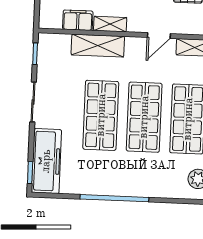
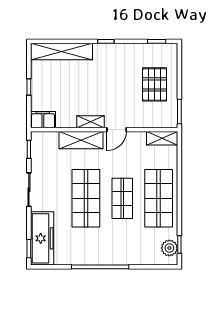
filing cabinet: (78, 20) -> (43, 120), moved
door: (159, 36) -> (117, 130), moved
shop shelf: (144, 117) -> (122, 198), width x0.70, depth x0.74

